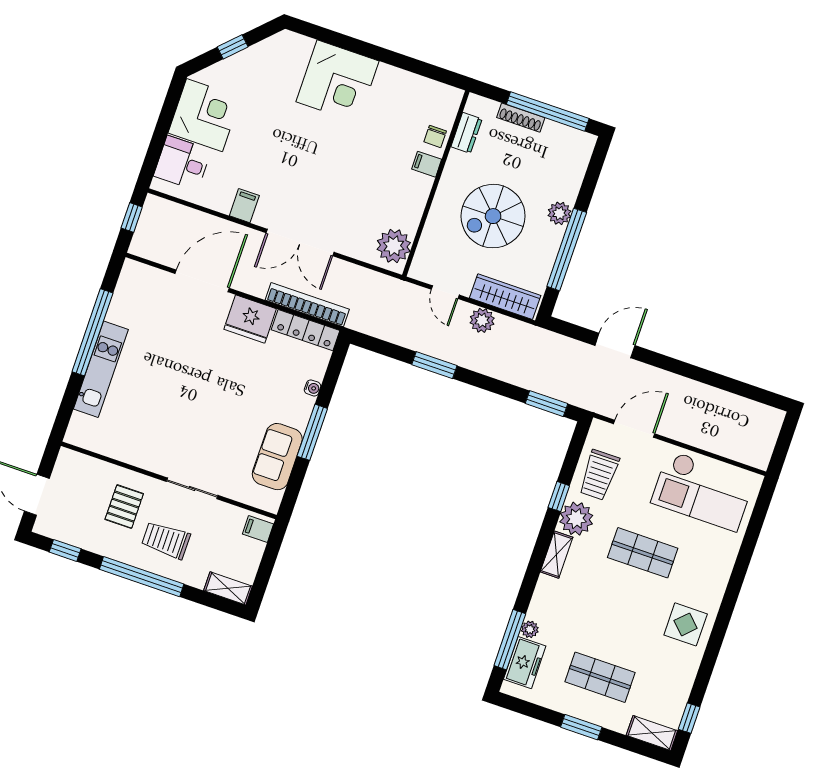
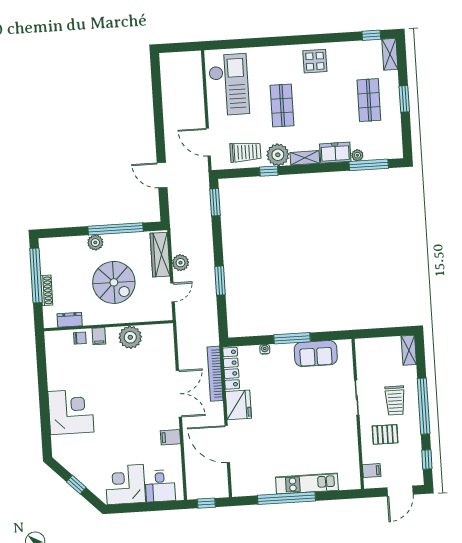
plant: (394, 246) -> (130, 337), moved
filing cabinet: (258, 529) -> (372, 471), moved, turned -90
freezer: (525, 663) -> (335, 153), moved

